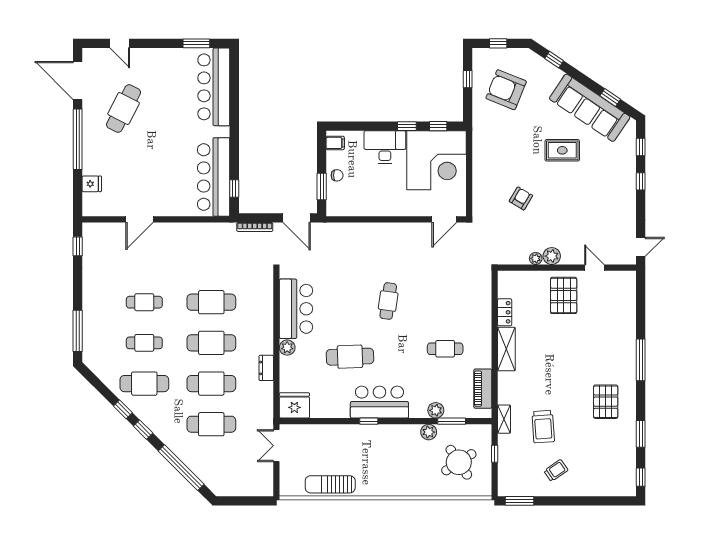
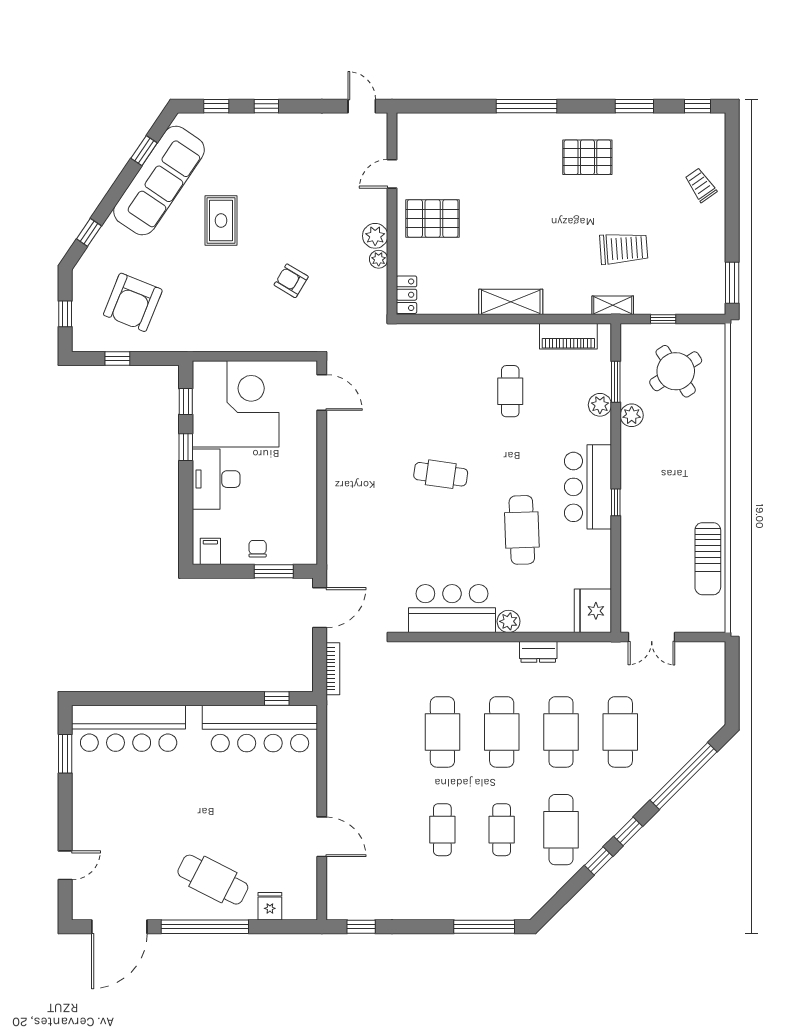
cafe table: (124, 109) -> (213, 880), moved
locker: (505, 312) -> (406, 295), moved, turned 90
trolley: (556, 471) -> (701, 185), moved

